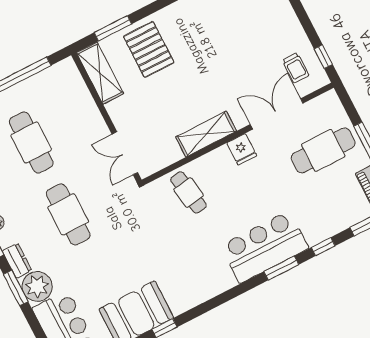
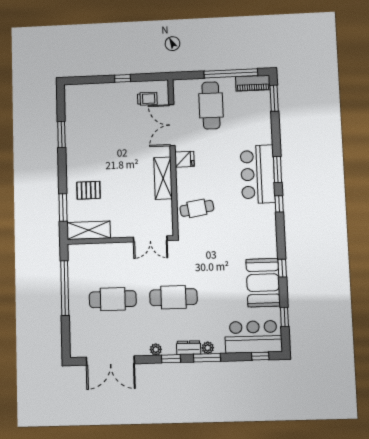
pallet: (149, 49) -> (88, 190), width x0.67, depth x0.71
window: (323, 57) -> (123, 78), moved
window: (323, 247) -> (279, 204), moved
plant: (37, 286) -> (208, 348), width x0.53, depth x0.53

